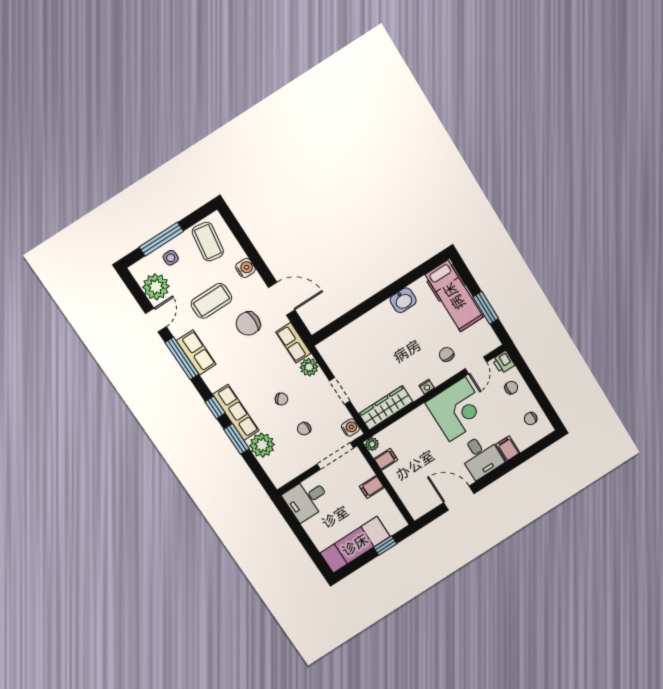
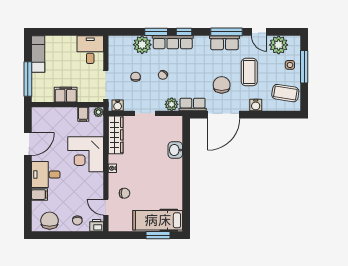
door: (282, 299) -> (224, 115), width x1.36
washbasin: (403, 300) -> (175, 150), moved
window: (486, 308) -> (158, 235), moved
corner desk: (457, 409) -> (86, 154), moved
chair: (531, 419) -> (50, 221), width x1.87, depth x1.87
filing cabinet: (372, 487) -> (66, 95), width x2.00
exam couch: (355, 545) -> (38, 54), width x0.73, depth x0.69
window: (385, 546) -> (28, 79), width x2.17

